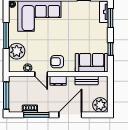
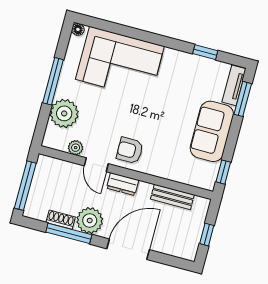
window: (110, 49) -> (223, 172), moved
sofa: (92, 63) -> (212, 131), moved, turned -90
window: (110, 96) -> (207, 235), added
plant: (100, 105) -> (90, 220), moved

